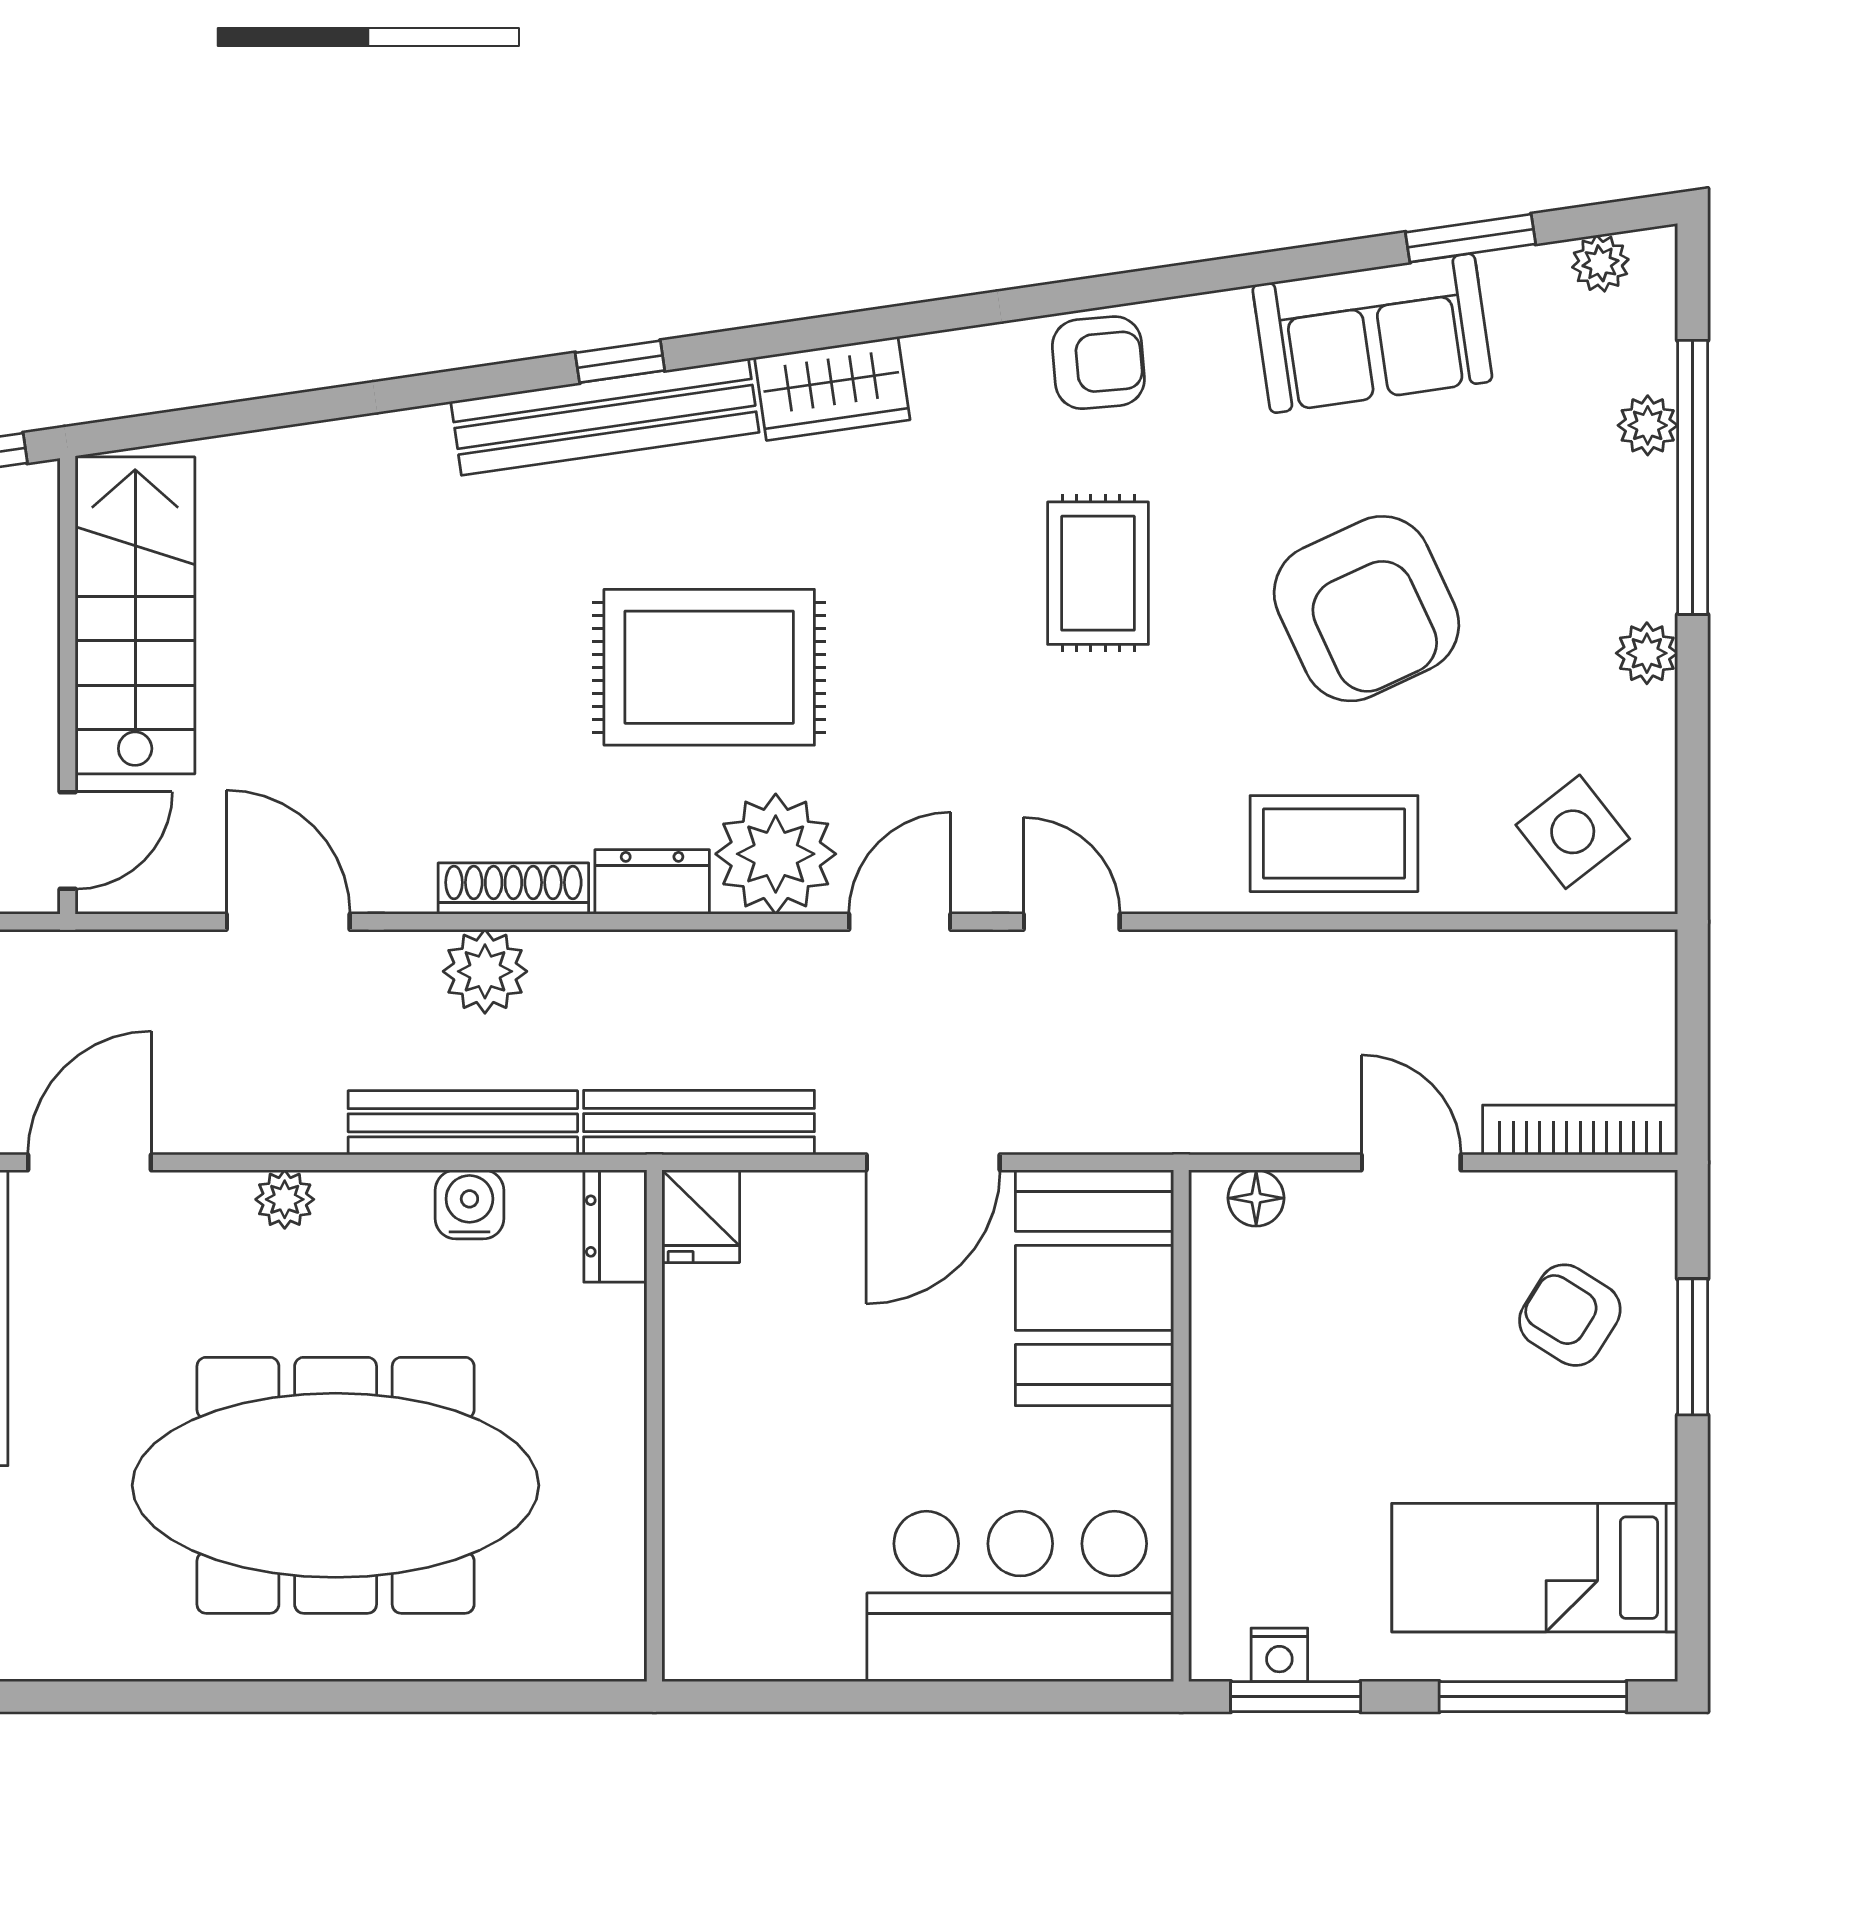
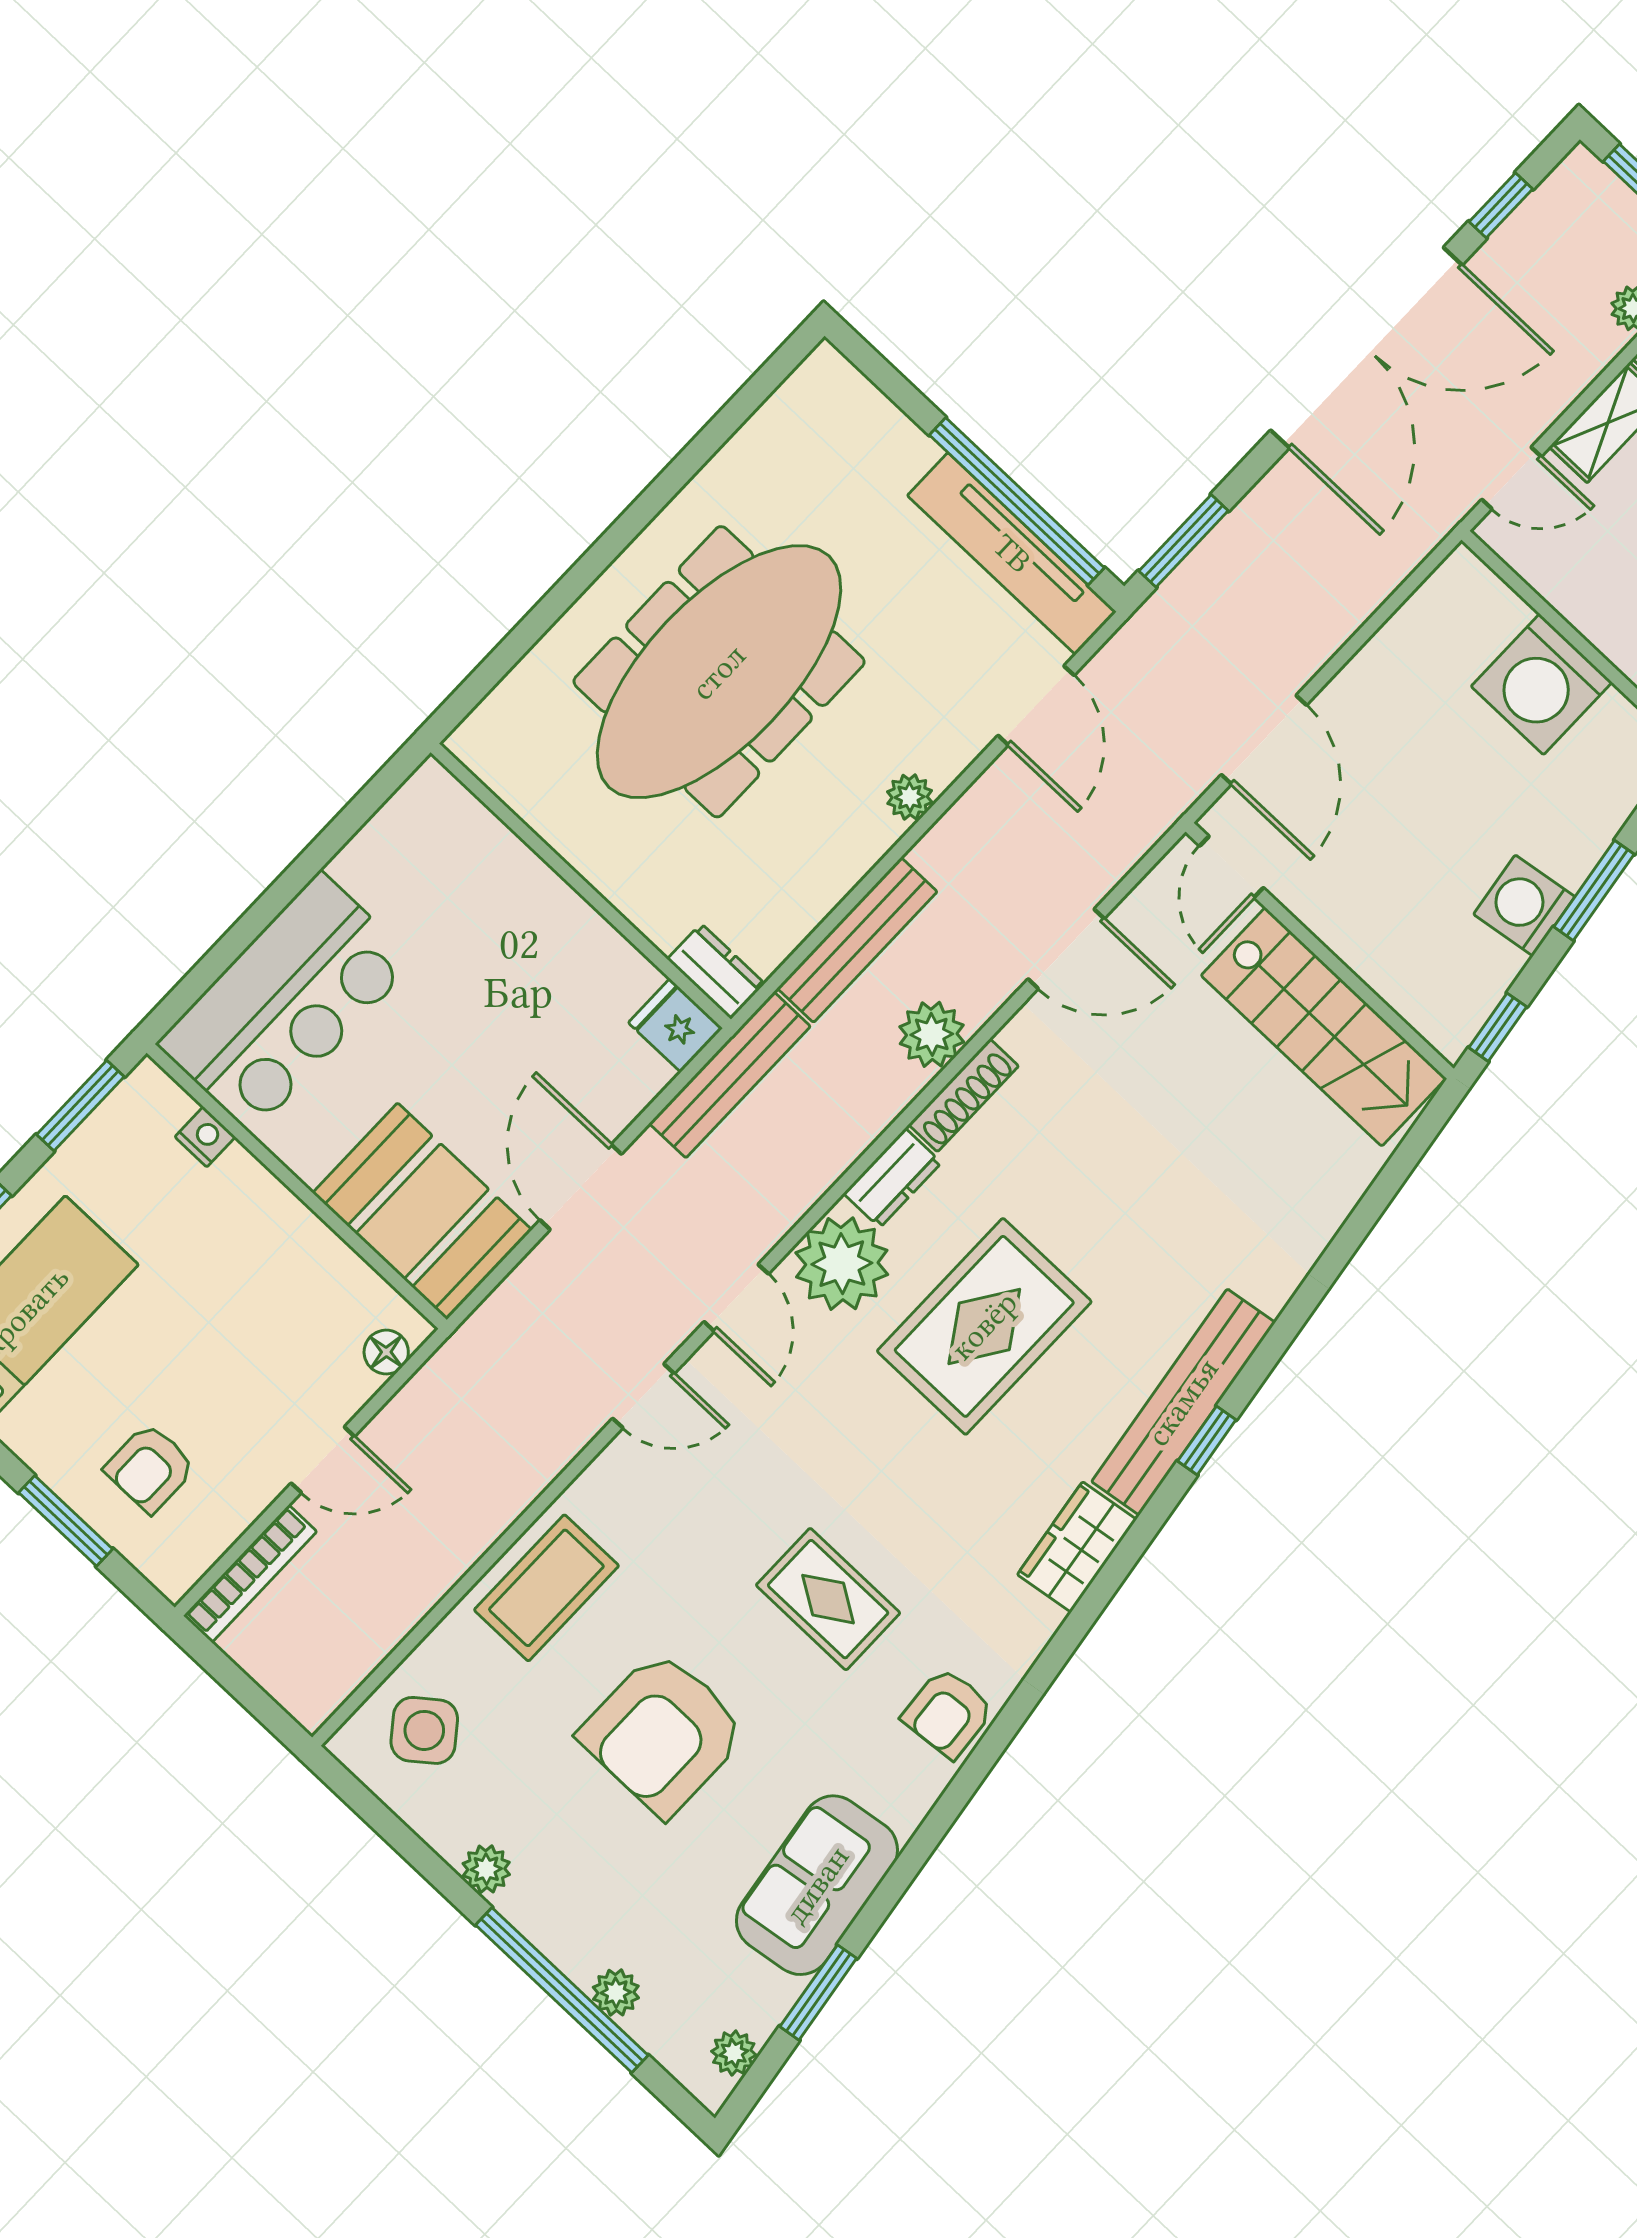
armchair: (1366, 609) -> (663, 1733), turned -65
water cooler: (469, 1204) -> (807, 900), removed
armchair: (1570, 1315) -> (150, 1468), turned 148
nightstand: (1279, 1655) -> (205, 1137), moved, turned 90

